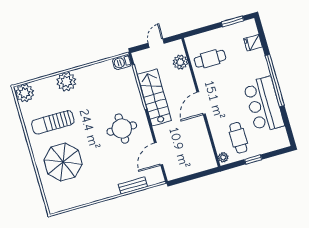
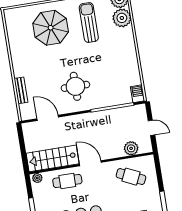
cafe table: (210, 59) -> (131, 177), turned -65
plant: (66, 82) -> (122, 18), moved
stairs: (154, 97) -> (53, 158), moved, turned 180
cafe table: (238, 138) -> (67, 181), moved

